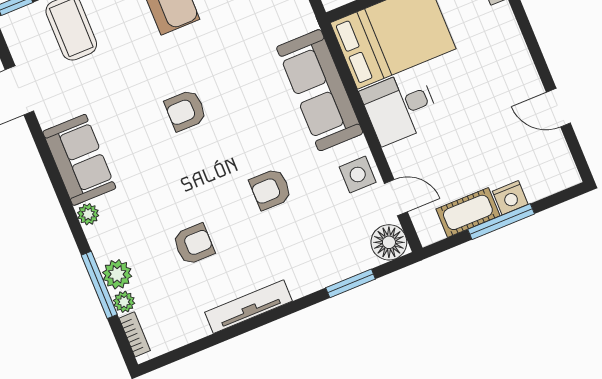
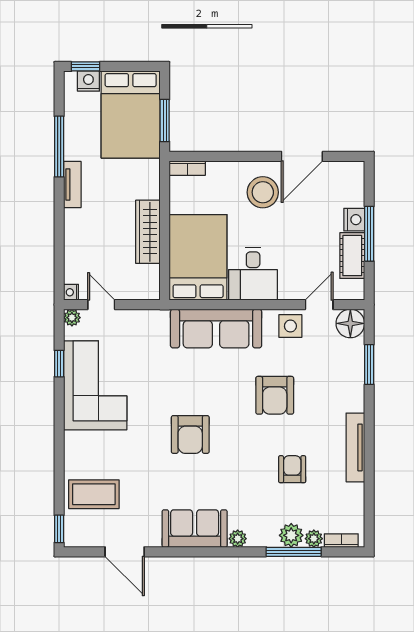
stool: (499, 80) -> (263, 192), added
door: (558, 108) -> (302, 156), width x1.38
armchair: (186, 110) -> (190, 434), width x1.38, depth x1.38
armchair: (271, 189) -> (275, 395), width x1.38, depth x1.38

